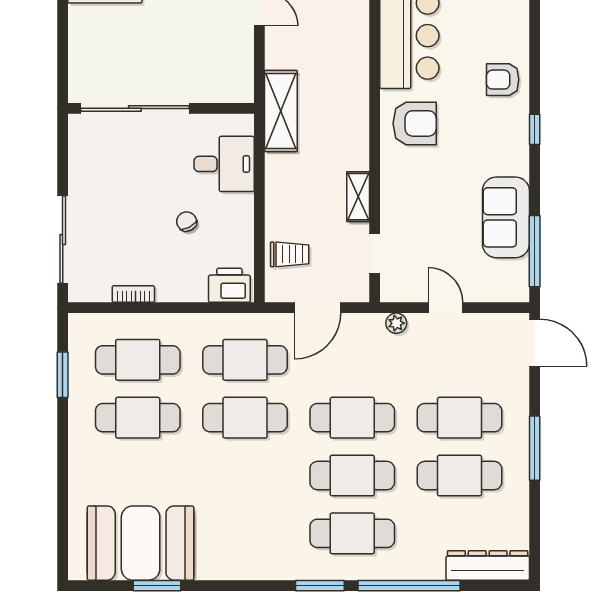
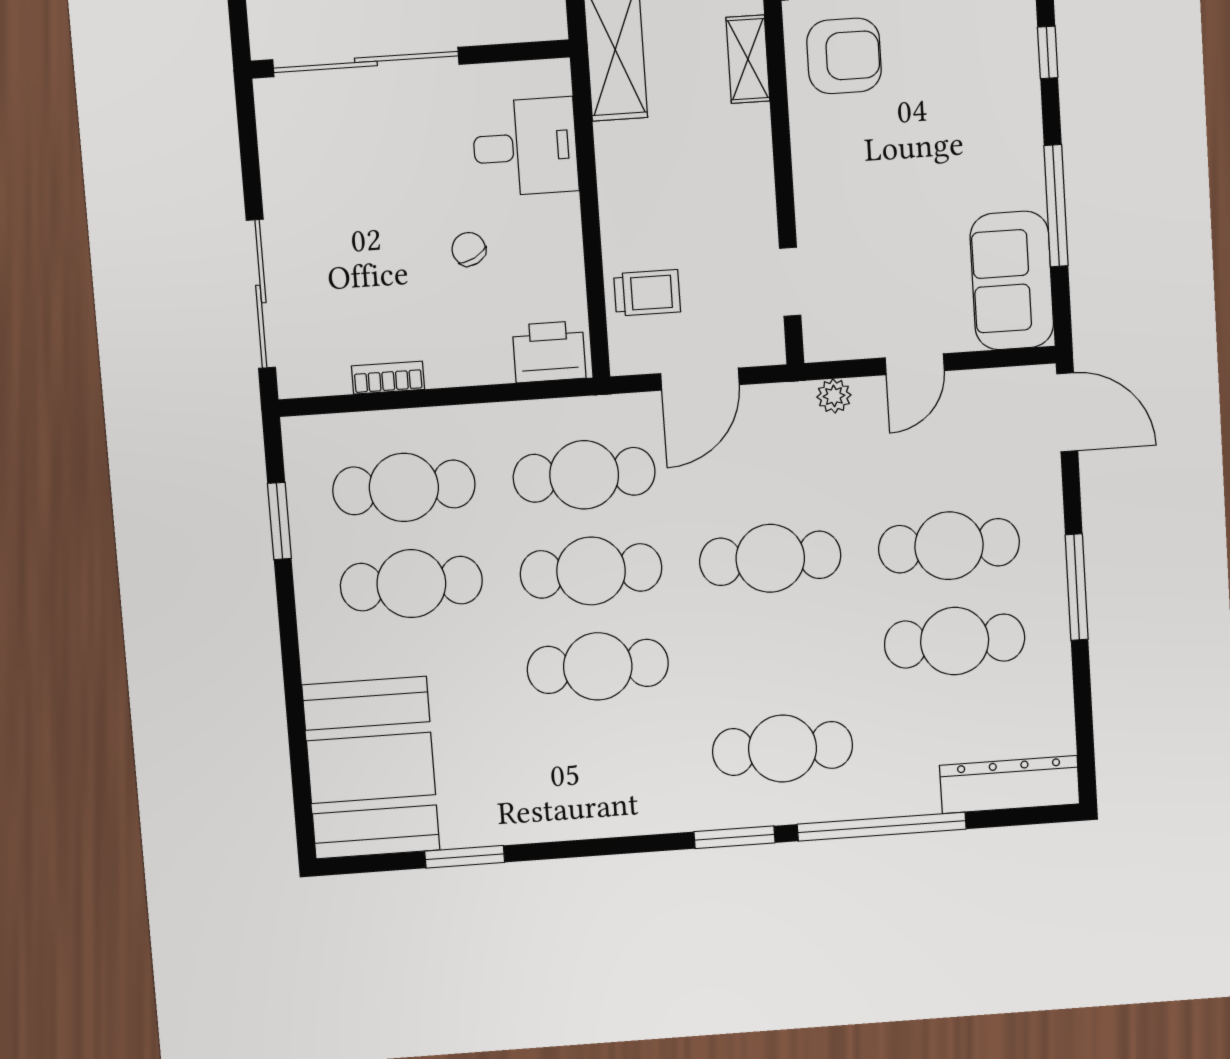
shelving: (358, 197) -> (748, 59), moved
sofa: (506, 217) -> (1012, 281), moved
window: (535, 251) -> (1056, 206), moved
door: (445, 308) -> (915, 364), swing flipped
cafe table: (352, 476) -> (598, 666), moved
booth: (141, 543) -> (371, 768), moved, turned 90

